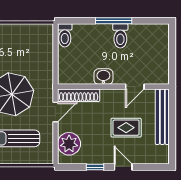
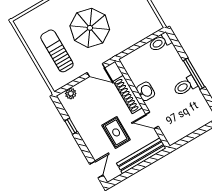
shoe rack: (79, 95) -> (128, 94), moved
plant: (69, 144) -> (71, 94), width x0.53, depth x0.53
door: (123, 167) -> (96, 170), moved

